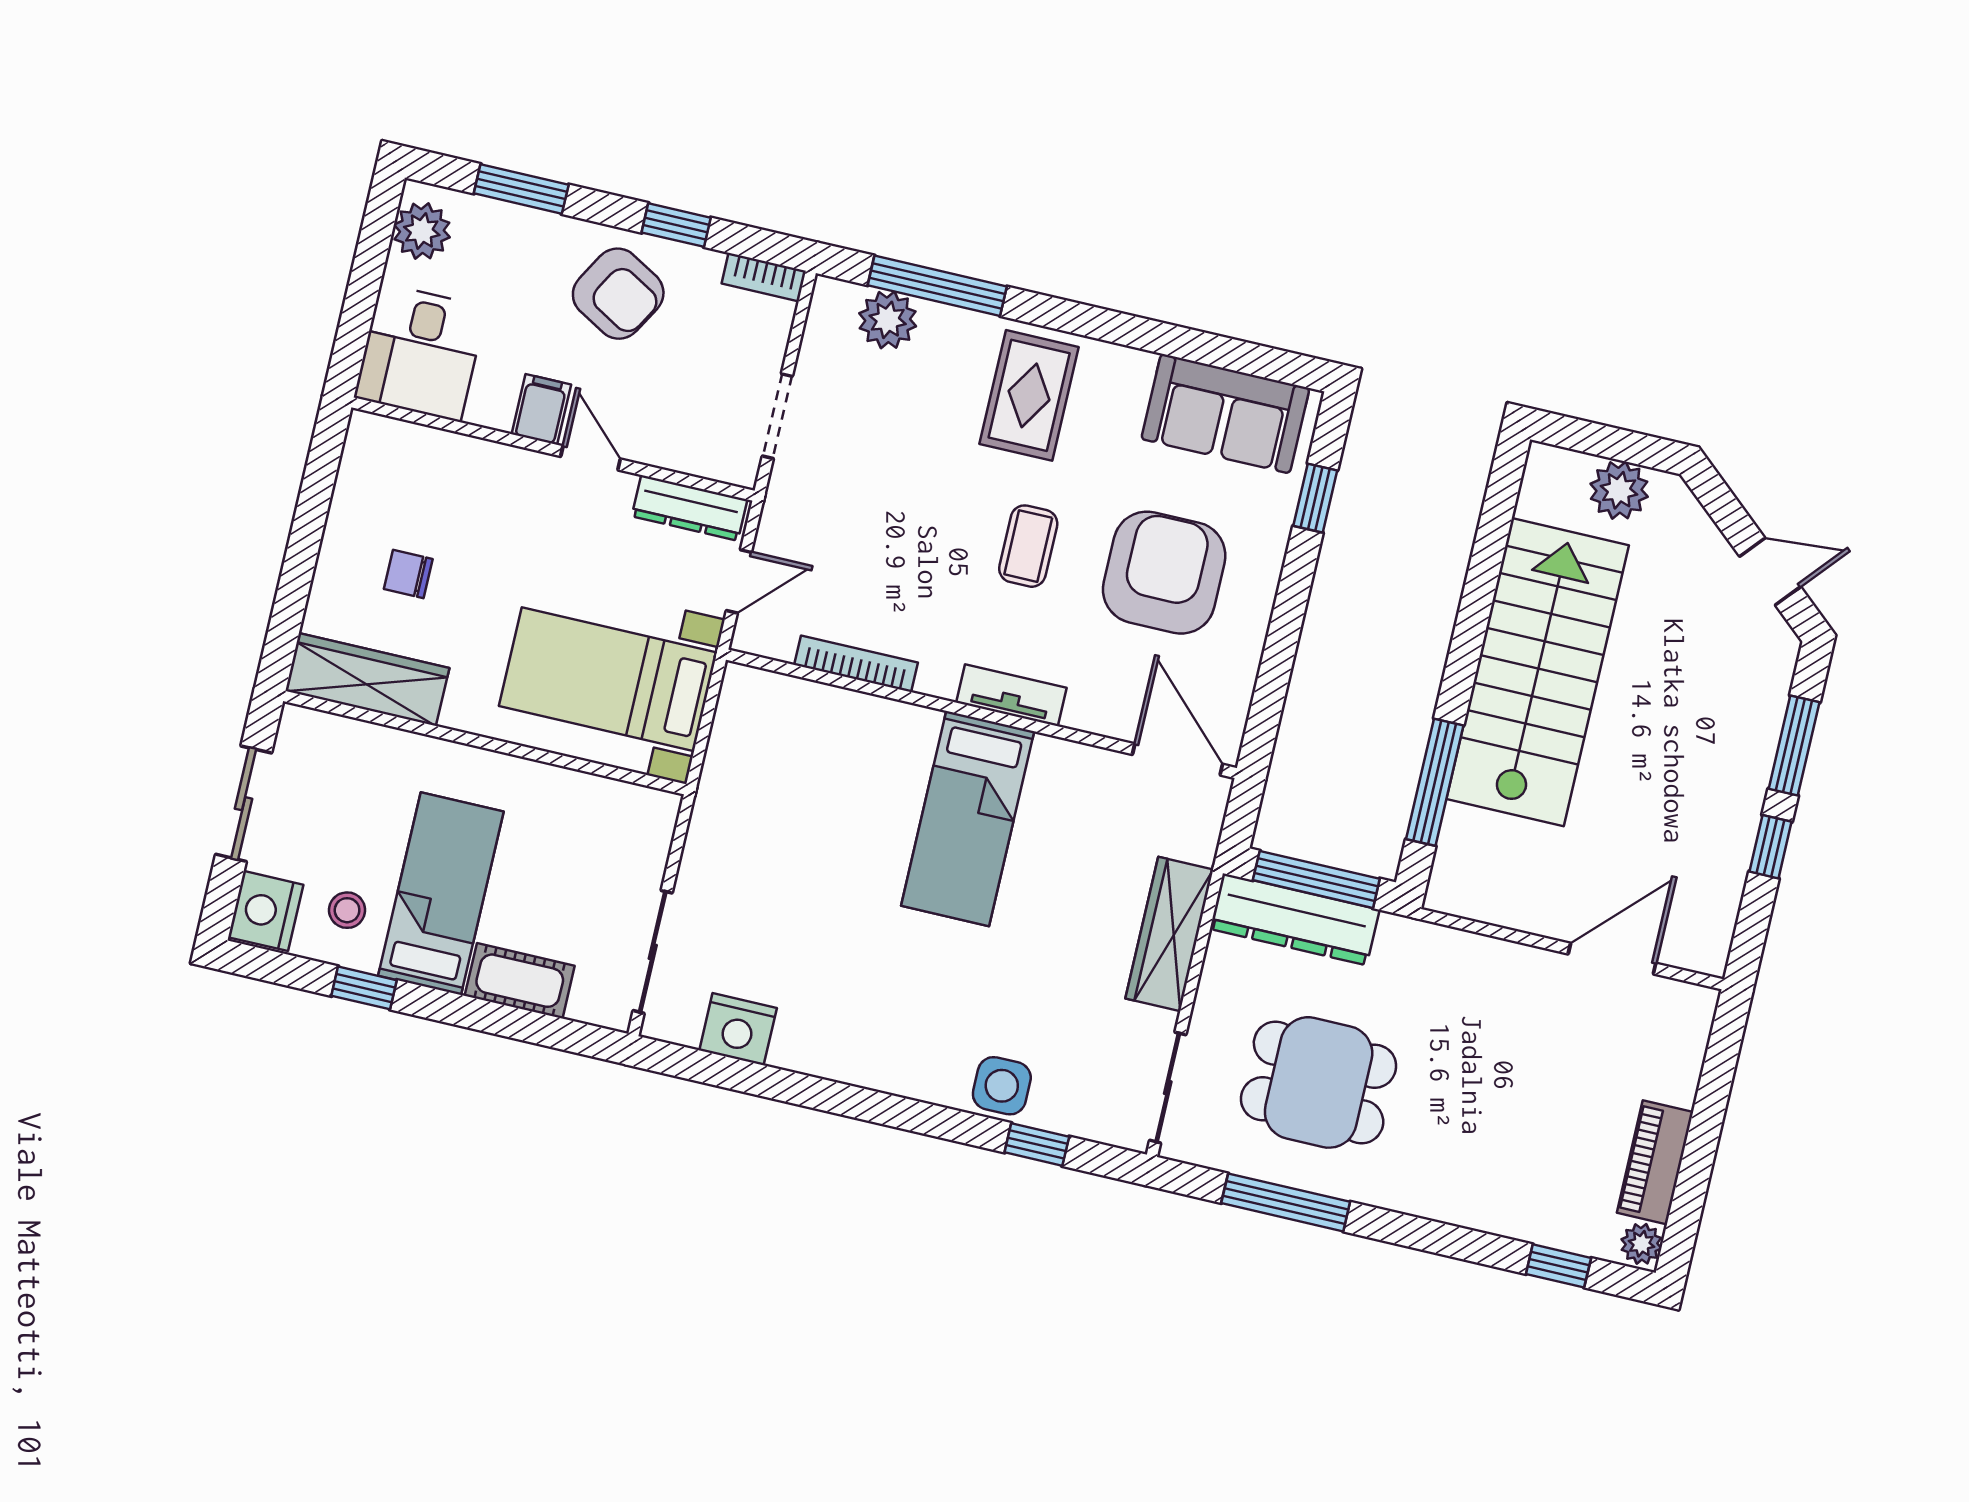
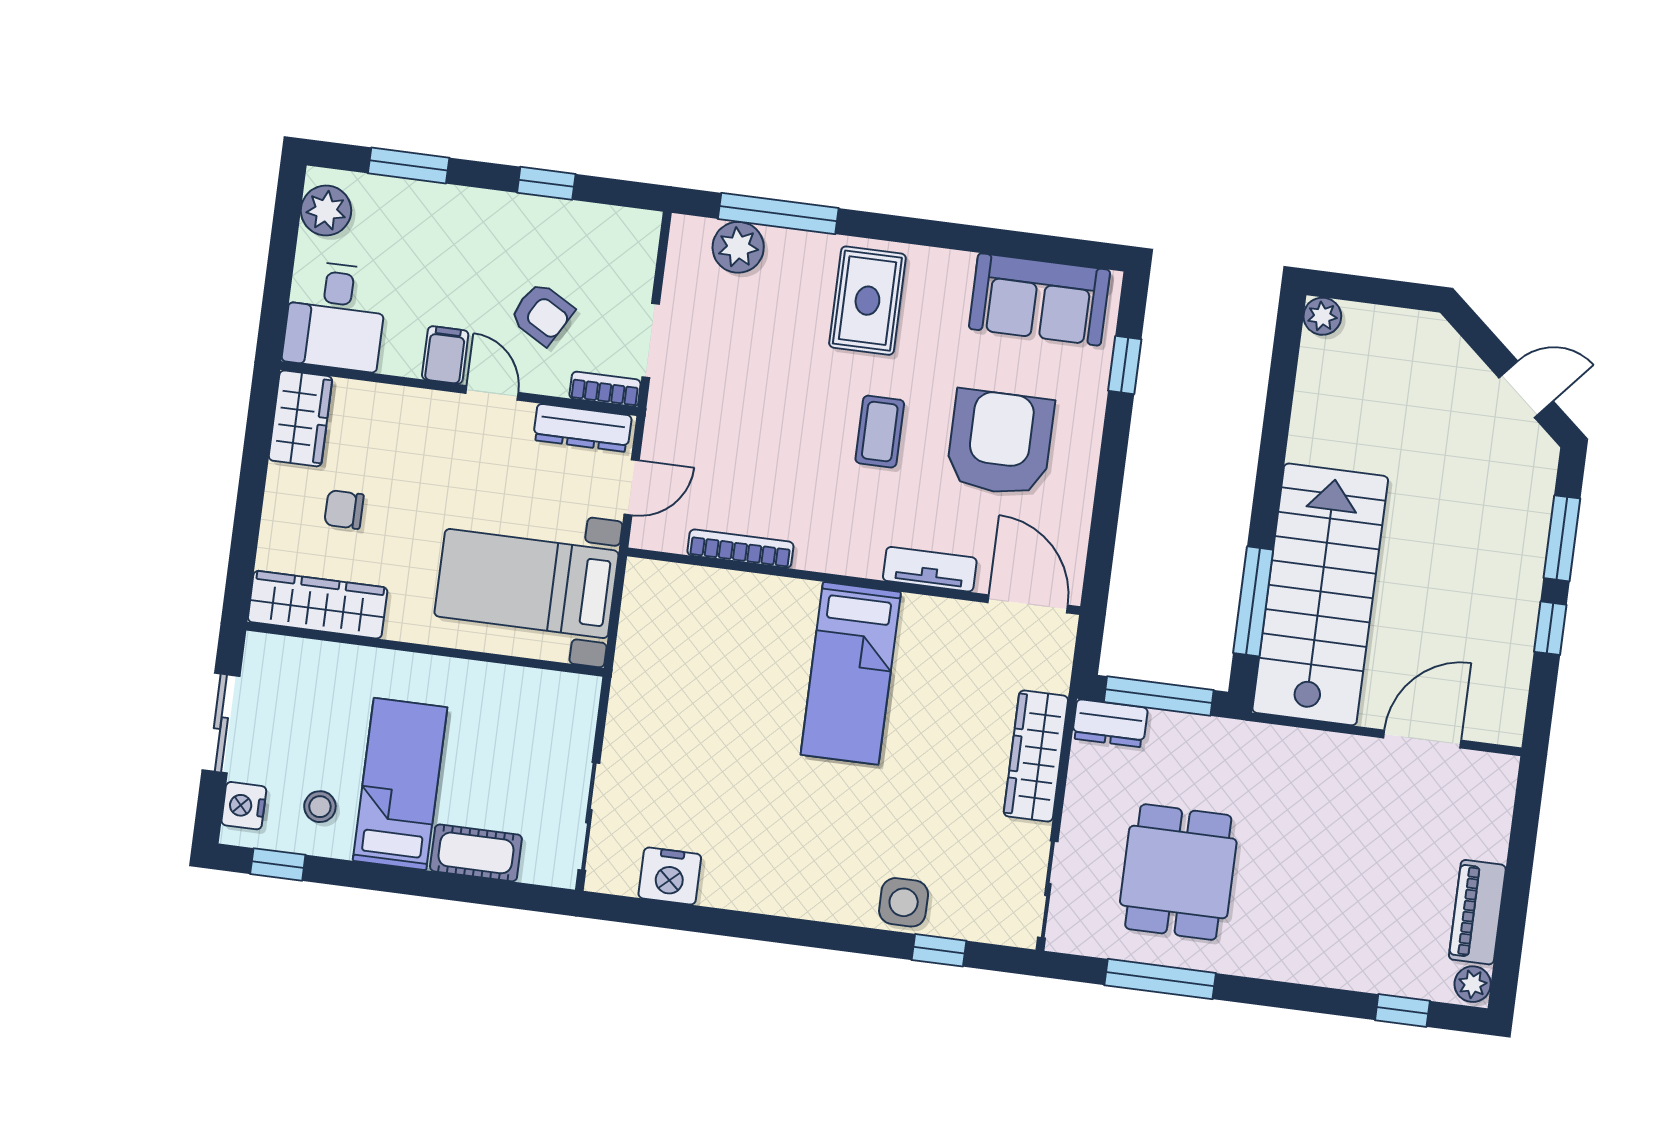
bookcase: (764, 277) -> (605, 389), moved, turned 180
armchair: (618, 294) -> (542, 314), moved, width x0.72, depth x0.72
wardrobe: (369, 465) -> (300, 418), added
plant: (1619, 490) -> (1322, 316), moved, width x0.73, depth x0.73
stairs: (1538, 672) -> (1320, 594), moved
tv unit: (1011, 695) -> (930, 569), moved
nightstand: (266, 911) -> (244, 806), width x0.74, depth x0.75
dresser: (1295, 919) -> (1110, 723), width x0.51, depth x0.80
window: (364, 988) -> (278, 864), moved
dining table: (1319, 1082) -> (1178, 872), turned 90

